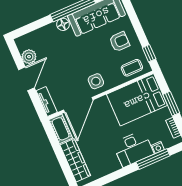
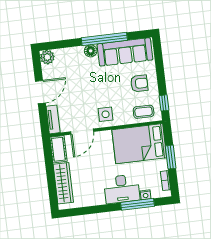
plant: (29, 57) -> (47, 57), moved
door: (78, 105) -> (82, 132), width x0.73

